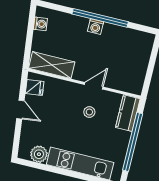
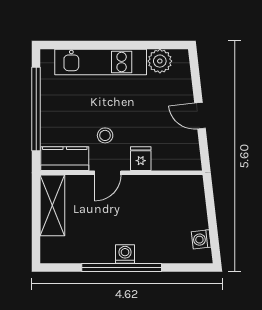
shelving: (52, 65) -> (52, 205), moved, turned 90
fridge: (35, 87) -> (141, 159), moved, turned 97
kitchen counter: (128, 113) -> (65, 159), moved, turned -90

